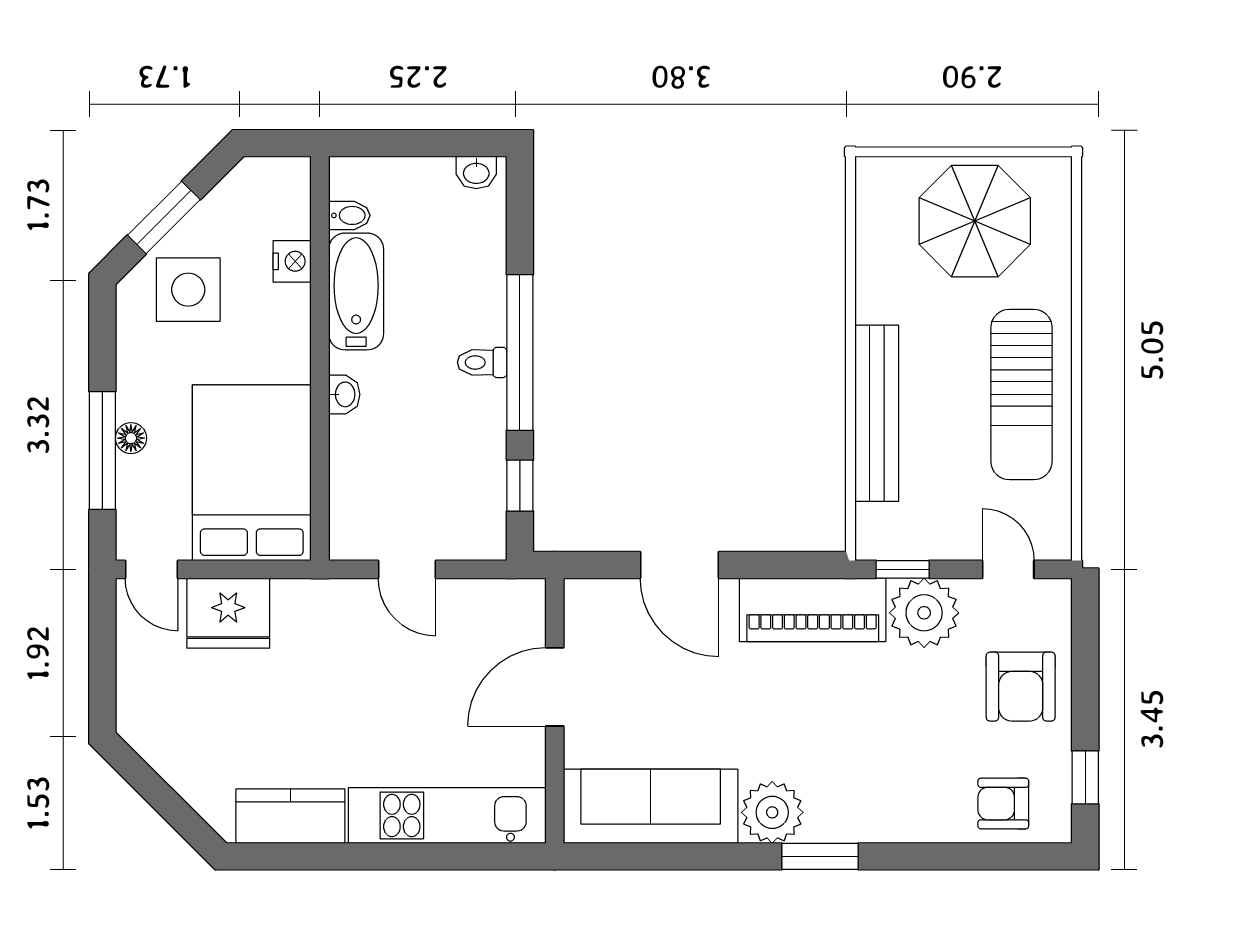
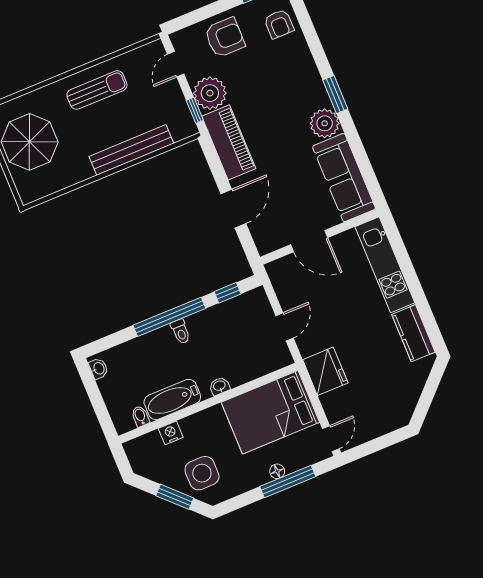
sun lounger: (1021, 394) -> (97, 90), width x0.73, depth x0.75
fridge: (228, 613) -> (325, 371), moved

